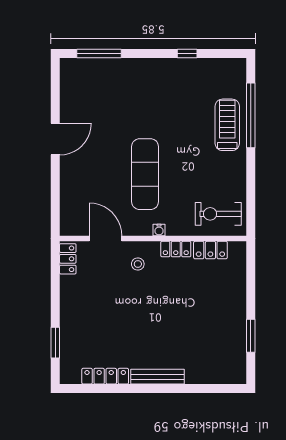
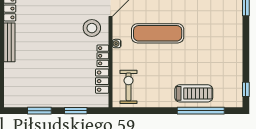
window: (187, 54) -> (246, 89), moved
stool: (138, 264) -> (92, 28), width x1.89, depth x1.89
window: (251, 286) -> (76, 111), added

